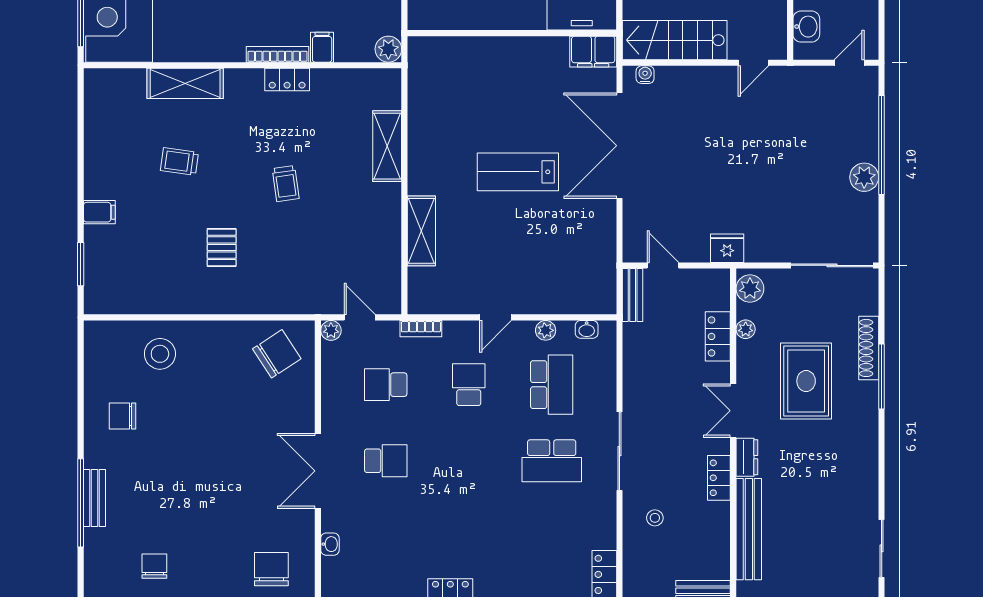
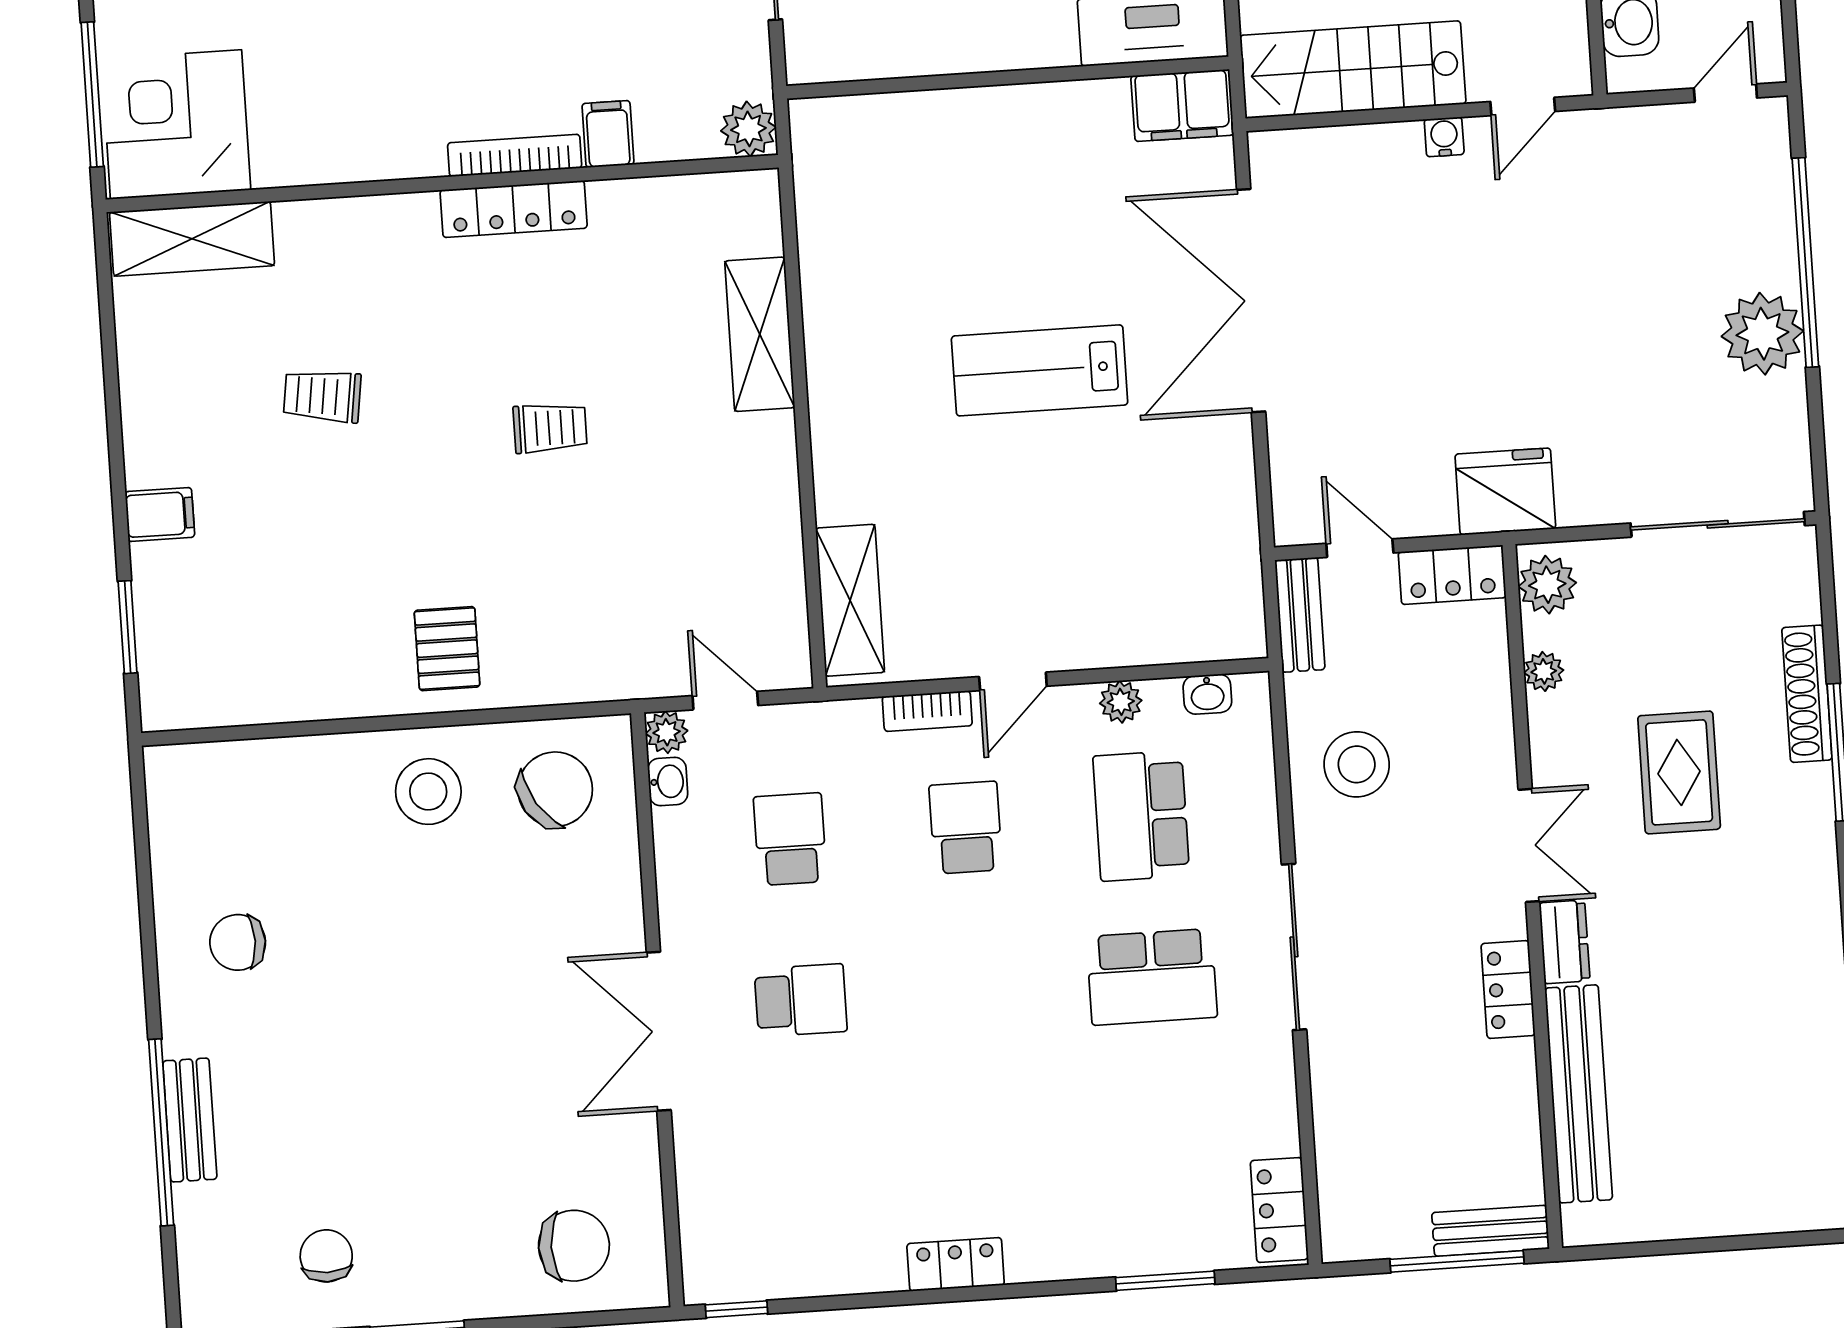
water cooler: (645, 75) -> (1444, 137), moved
locker: (287, 80) -> (514, 209), width x1.53
shelving: (185, 83) -> (192, 239), moved
plant: (864, 177) -> (1762, 334), width x1.36, depth x1.36
trolley: (286, 184) -> (550, 428), turned -82
shelving: (421, 231) -> (850, 600), moved
pallet: (222, 247) -> (447, 649), moved
fridge: (727, 248) -> (1505, 491), width x1.36, depth x1.34
bookcase: (421, 329) -> (927, 711), moved
locker: (718, 336) -> (1452, 575), moved, turned -90
stool: (160, 354) -> (428, 792), moved
rug: (806, 381) -> (1679, 772), width x0.73, depth x0.70
school desk: (386, 385) -> (790, 839), turned 90
school desk: (552, 385) -> (1141, 816), turned 180
double door: (733, 411) -> (1529, 845), swing flipped
stool: (655, 518) -> (1357, 764), moved, width x1.89, depth x1.89
washbasin: (330, 544) -> (668, 782), moved
chair: (271, 569) -> (574, 1246), turned 90

